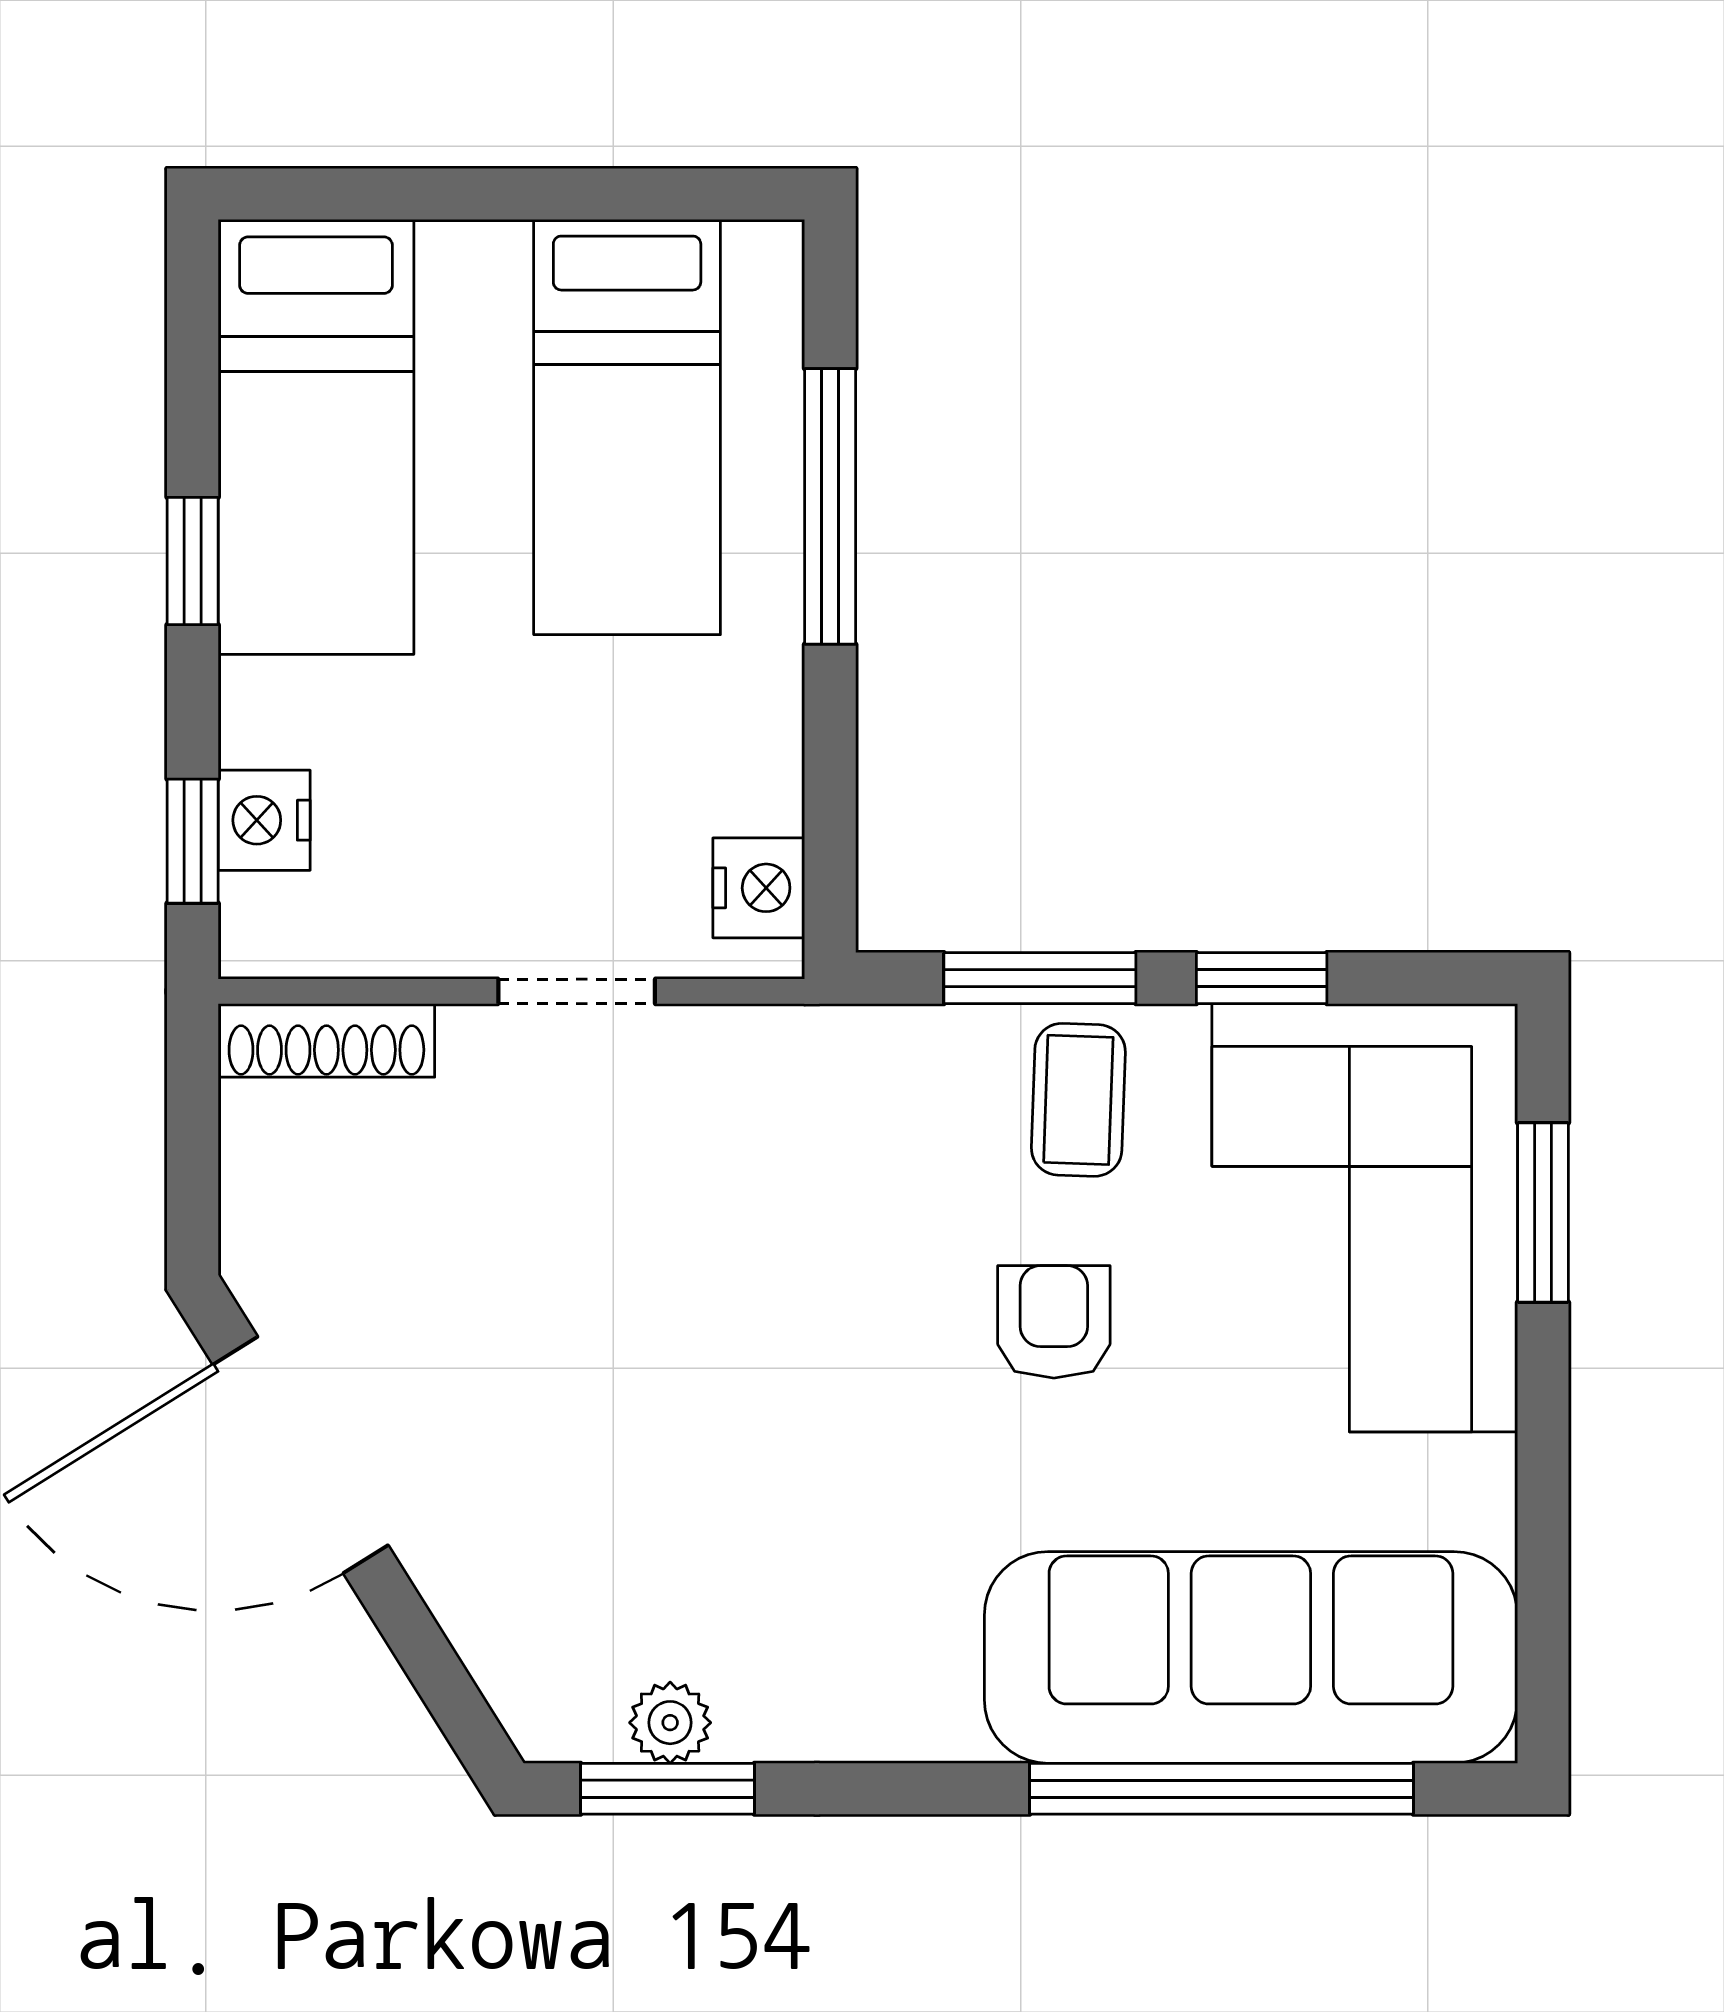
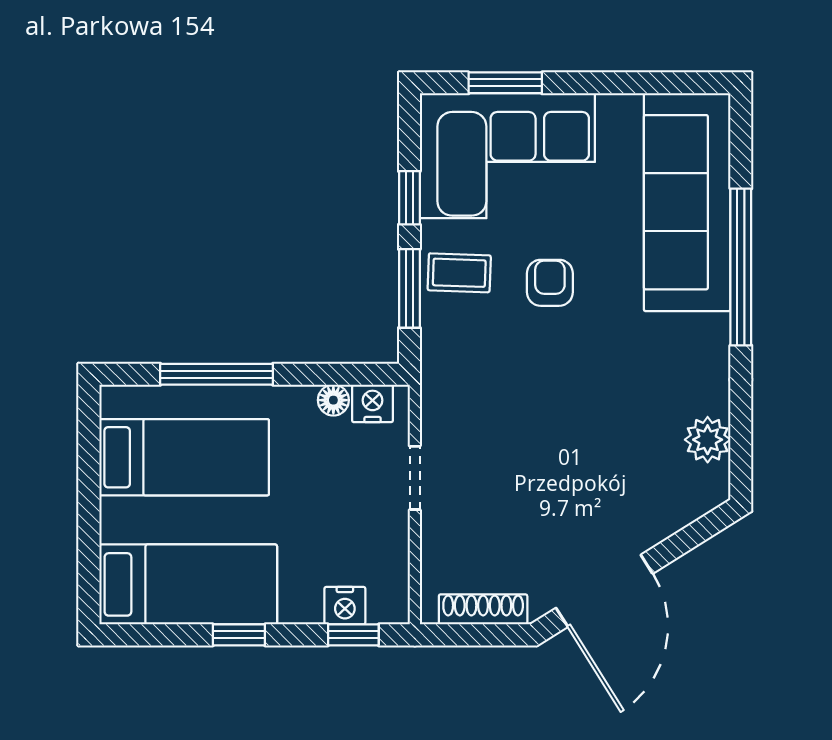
floor lamp: (767, 792) -> (333, 400), added
shoe rack: (326, 1040) -> (483, 609), moved, turned -90
armchair: (1054, 1322) -> (550, 283), turned 90
plant: (670, 1723) -> (708, 440), width x1.38, depth x1.38
window: (668, 1789) -> (741, 441), removed
window: (1221, 1789) -> (741, 267), moved

